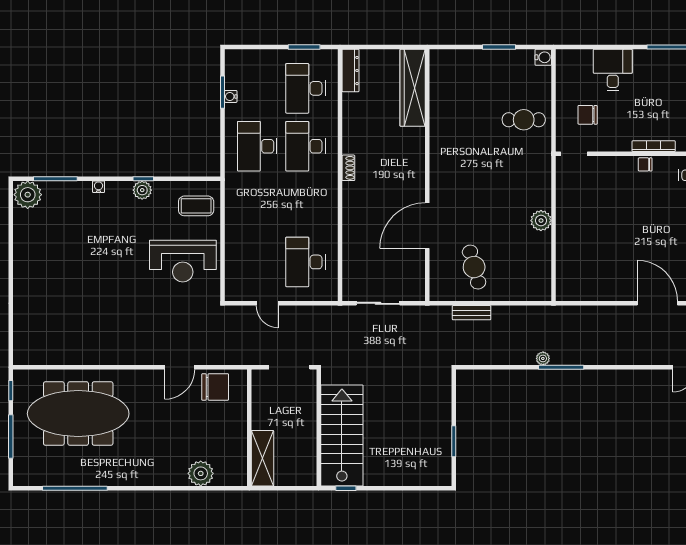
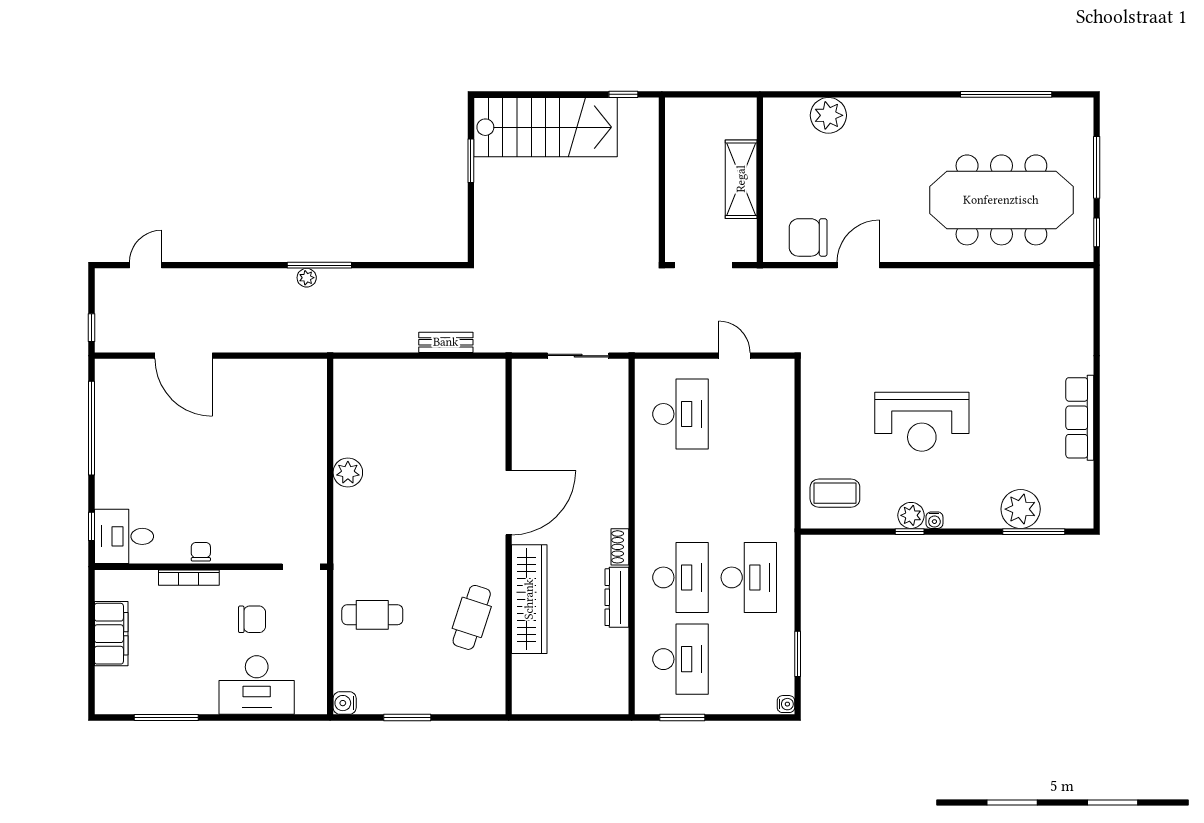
desk: (613, 70) -> (257, 685), width x1.37
dresser: (350, 71) -> (617, 597), moved
wardrobe: (413, 88) -> (529, 599), moved
water cooler: (231, 96) -> (786, 704), moved
chair: (588, 115) -> (252, 619), moved
chair: (645, 164) -> (201, 552), turned -90
water cooler: (99, 187) -> (934, 520), moved
plant: (28, 195) -> (1021, 509), moved
door: (427, 226) -> (509, 503), moved
row of seats: (23, 259) -> (1080, 418), added
reception desk: (183, 261) -> (922, 422), moved, turned 180
cafe table: (474, 267) -> (472, 617), moved, turned 33
plant: (543, 358) -> (307, 278), moved
stairs: (342, 436) -> (545, 127), moved, turned -90
shelving: (263, 458) -> (741, 179), moved

